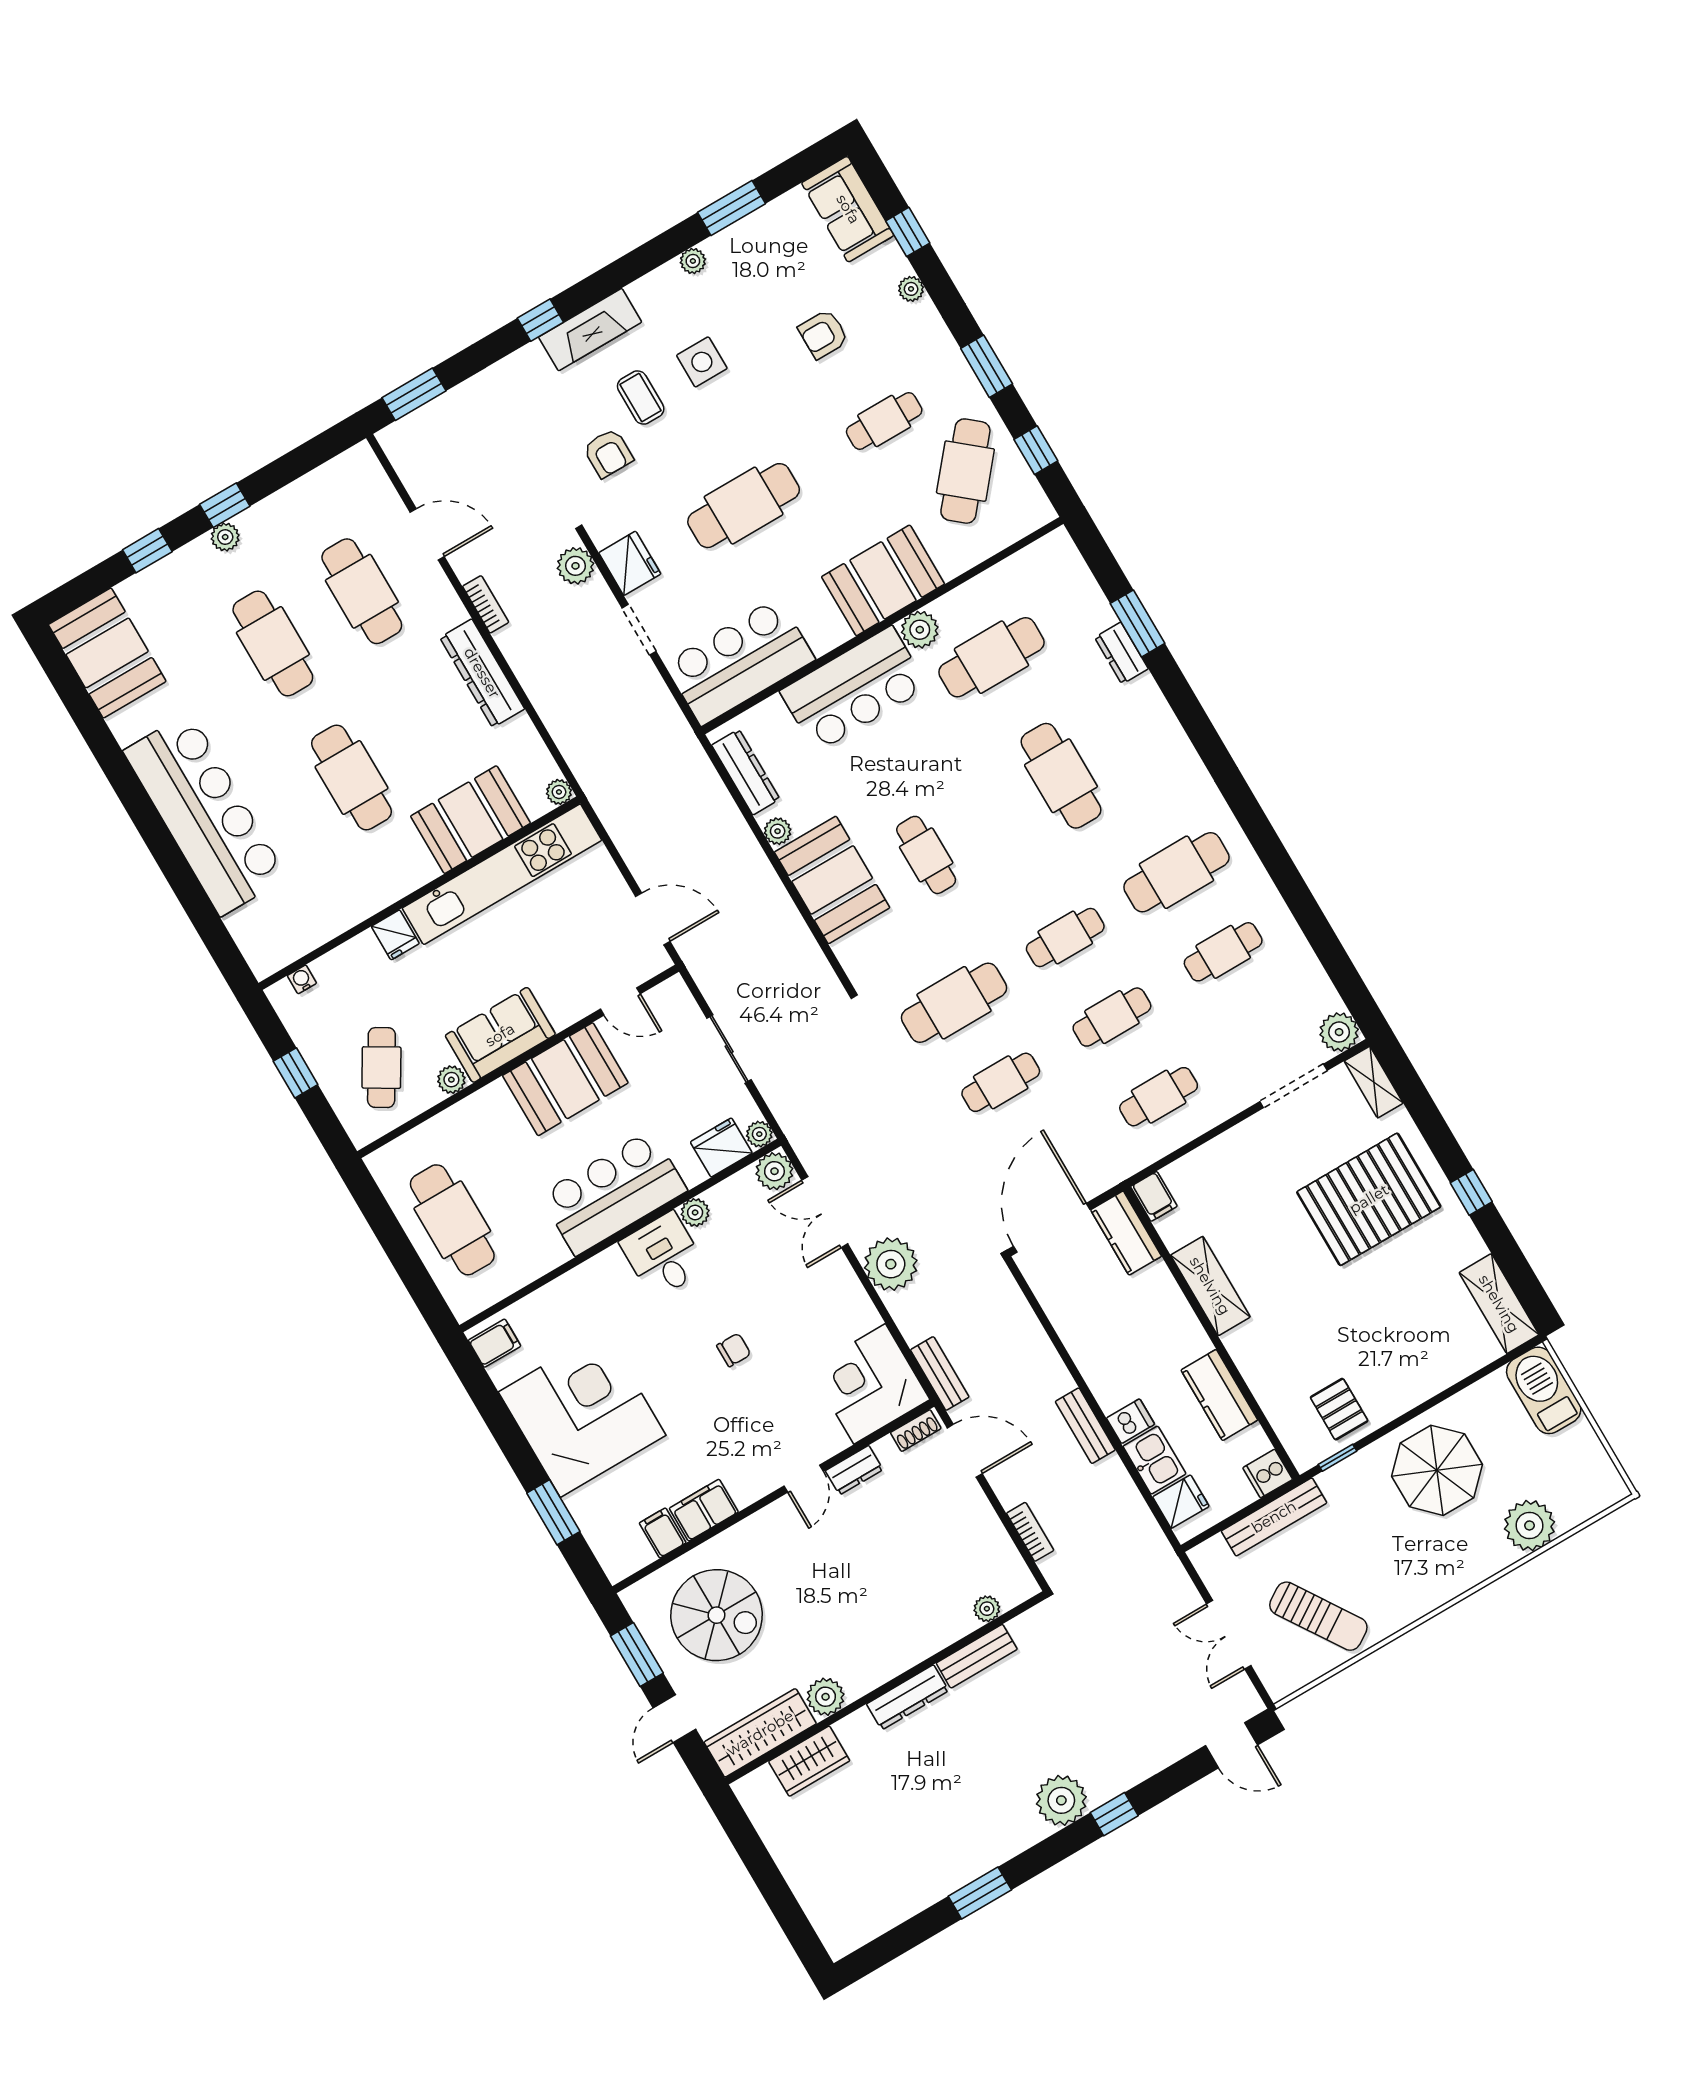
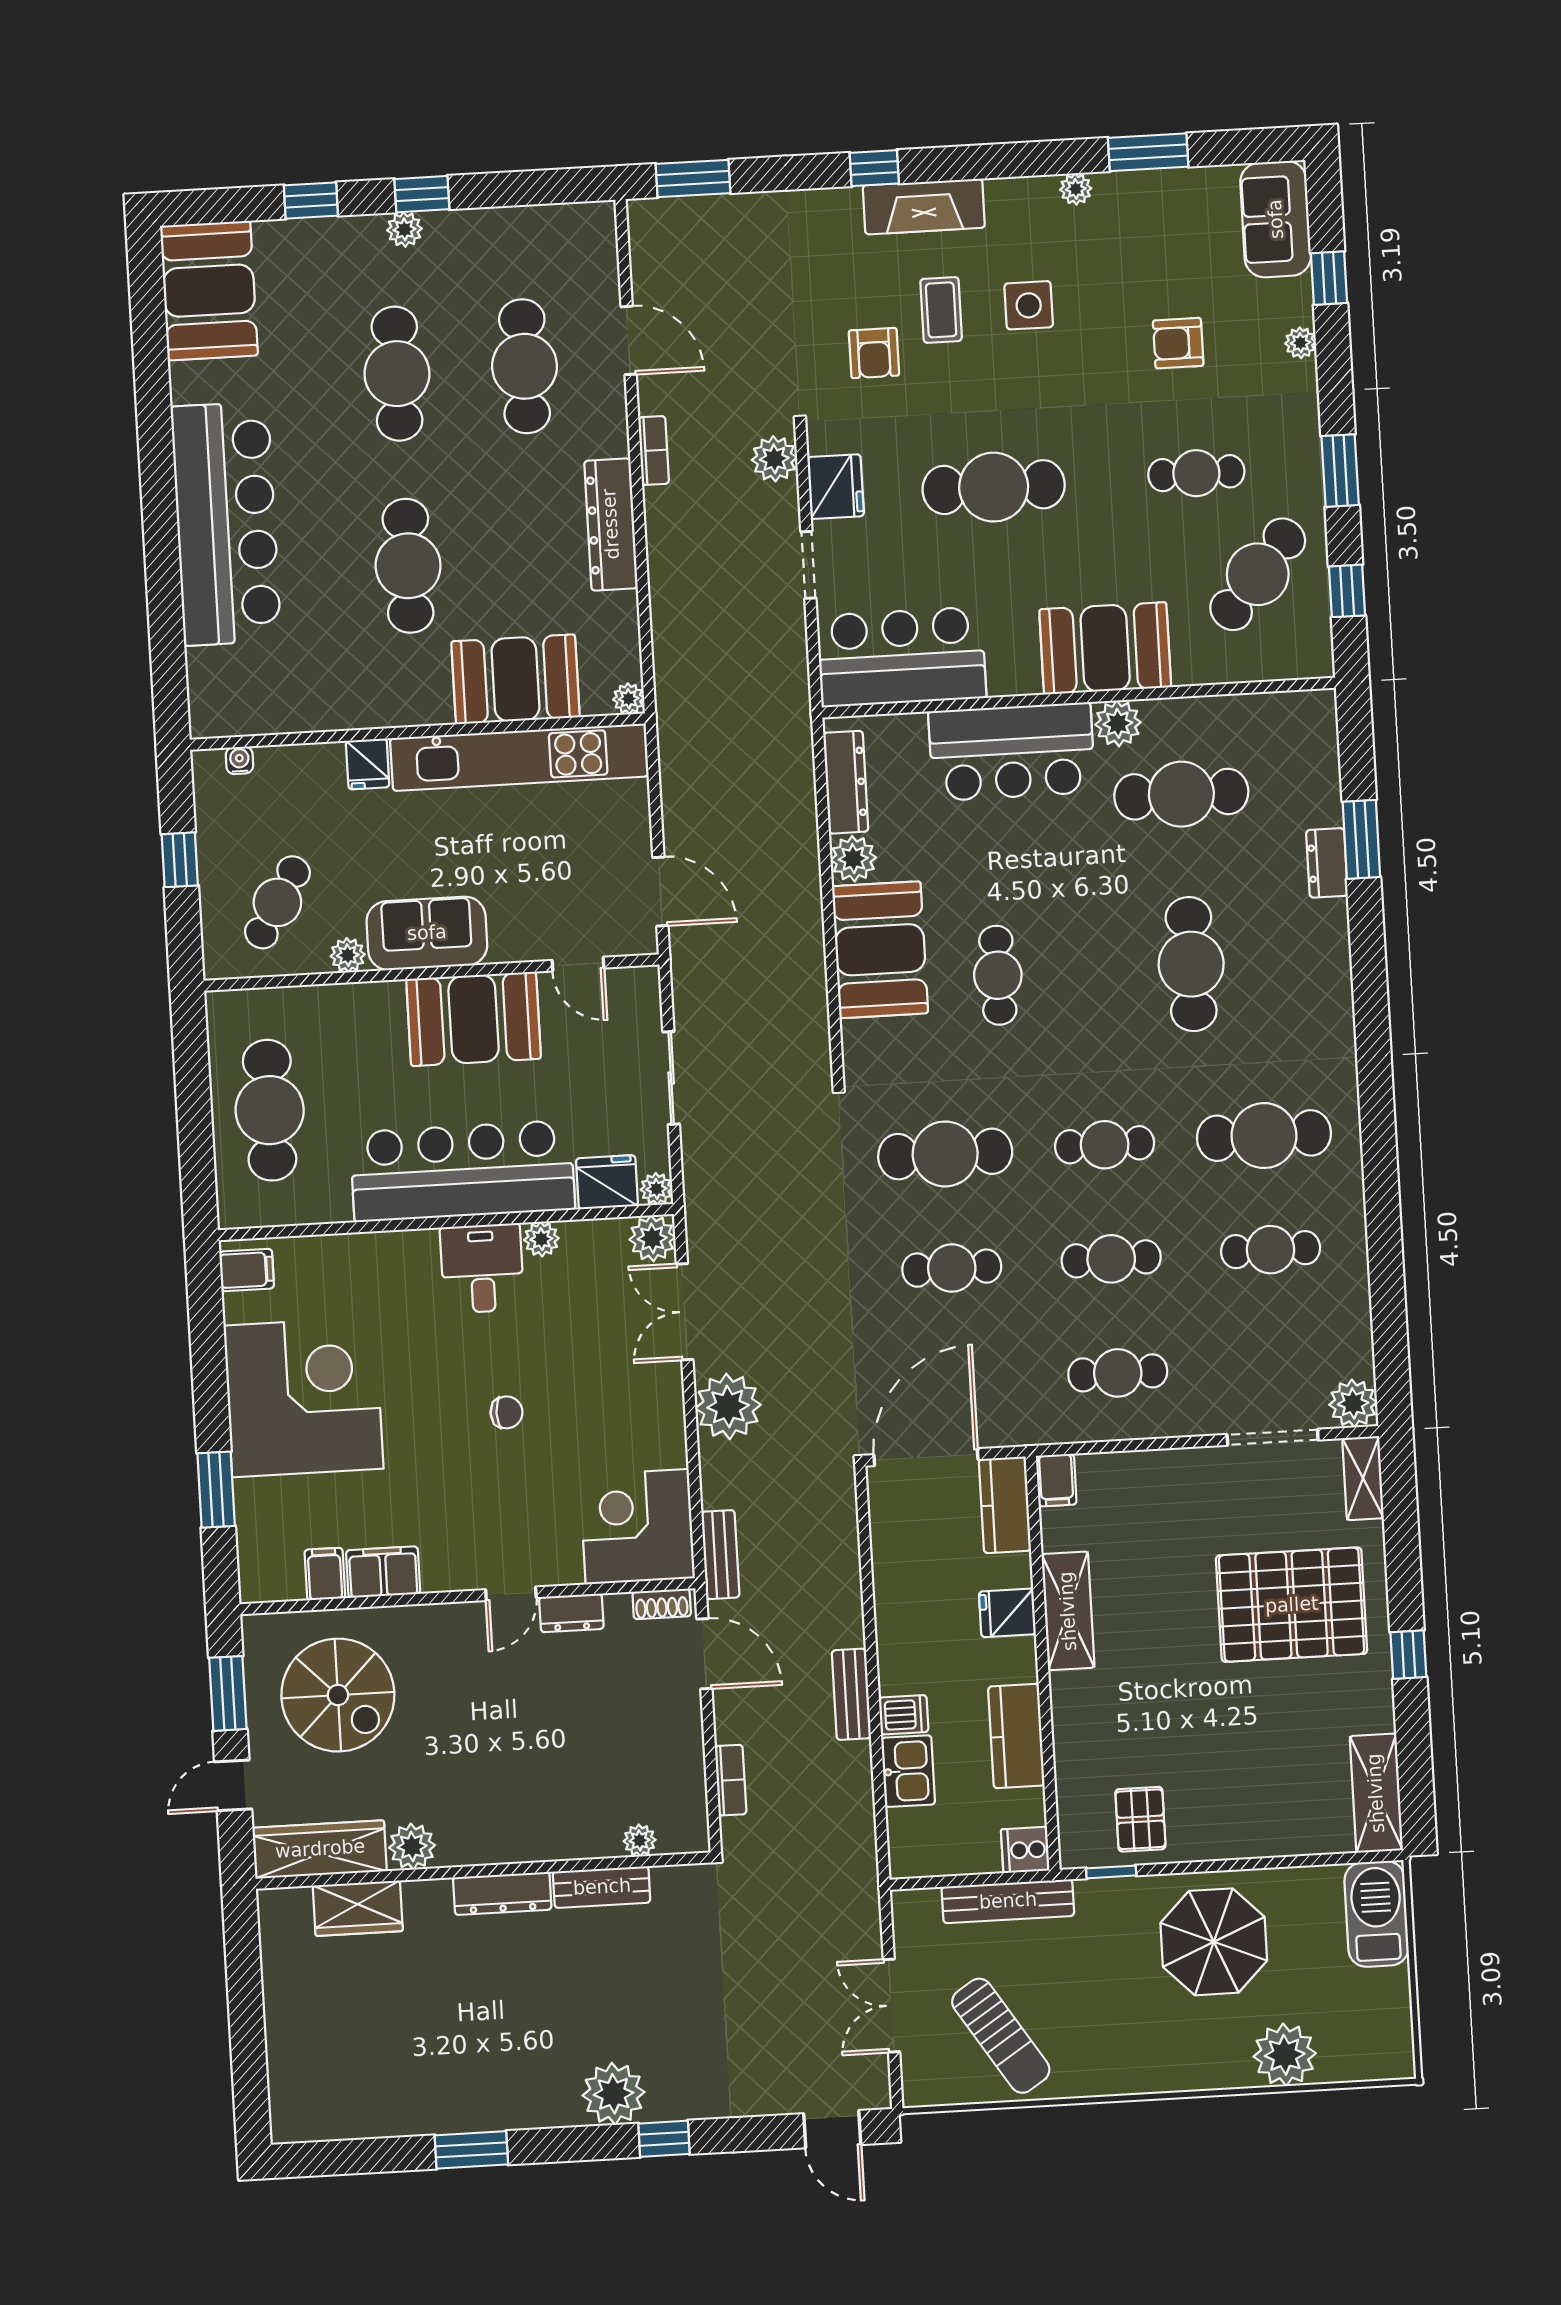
plant: (778, 831) -> (853, 859), width x1.38, depth x1.38
bar counter: (613, 1193) -> (462, 1171), width x1.36
fridge: (1181, 1502) -> (1007, 1613), moved, turned 180

